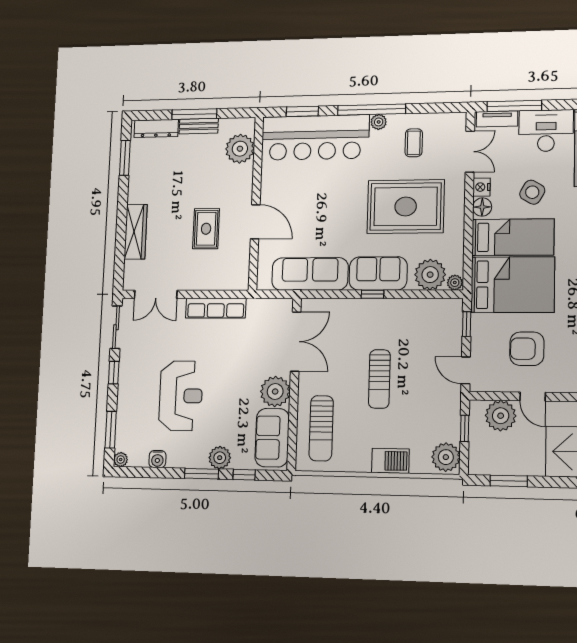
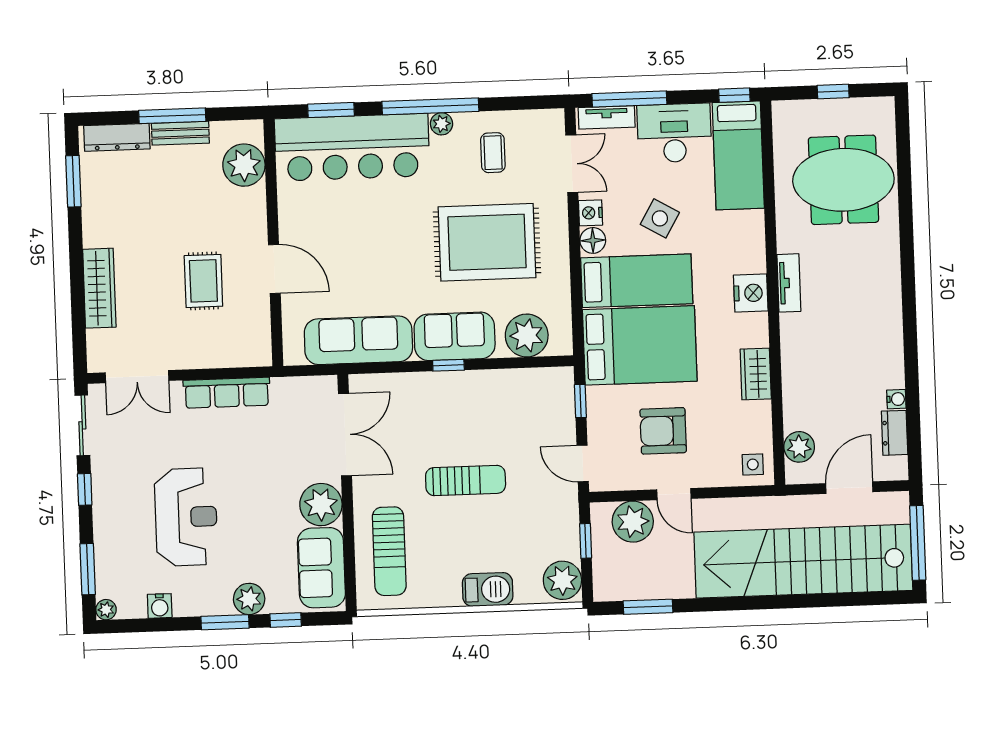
plant: (455, 283) -> (561, 345), removed
sun lounger: (379, 379) -> (466, 480), turned -90

